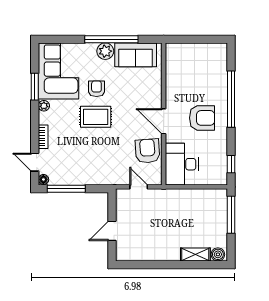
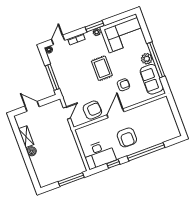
window: (35, 87) -> (95, 26), moved
armchair: (96, 89) -> (123, 85), moved
desk: (182, 164) -> (99, 154), moved, turned 180
window: (231, 164) -> (113, 164), moved
window: (66, 189) -> (52, 77), moved
shelving: (195, 254) -> (26, 137), moved
boiler: (218, 254) -> (32, 151), moved

